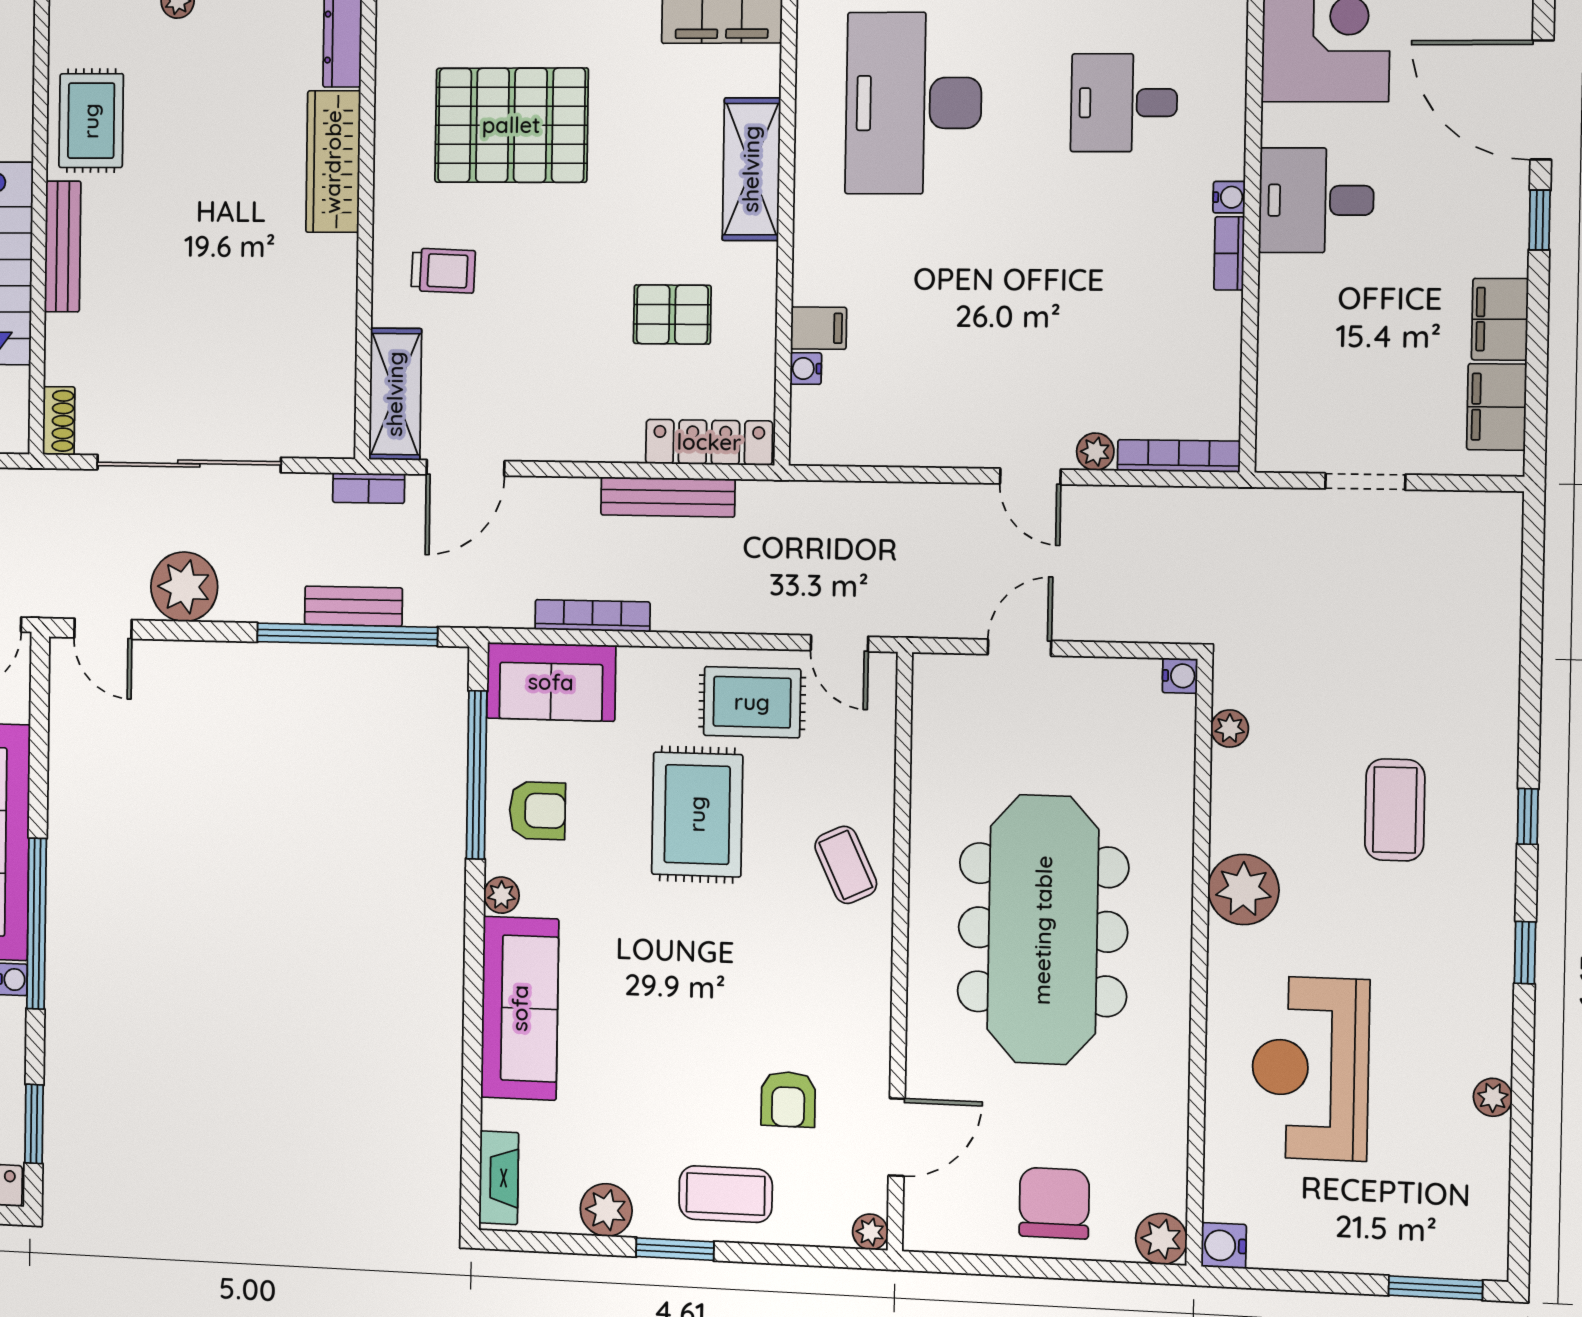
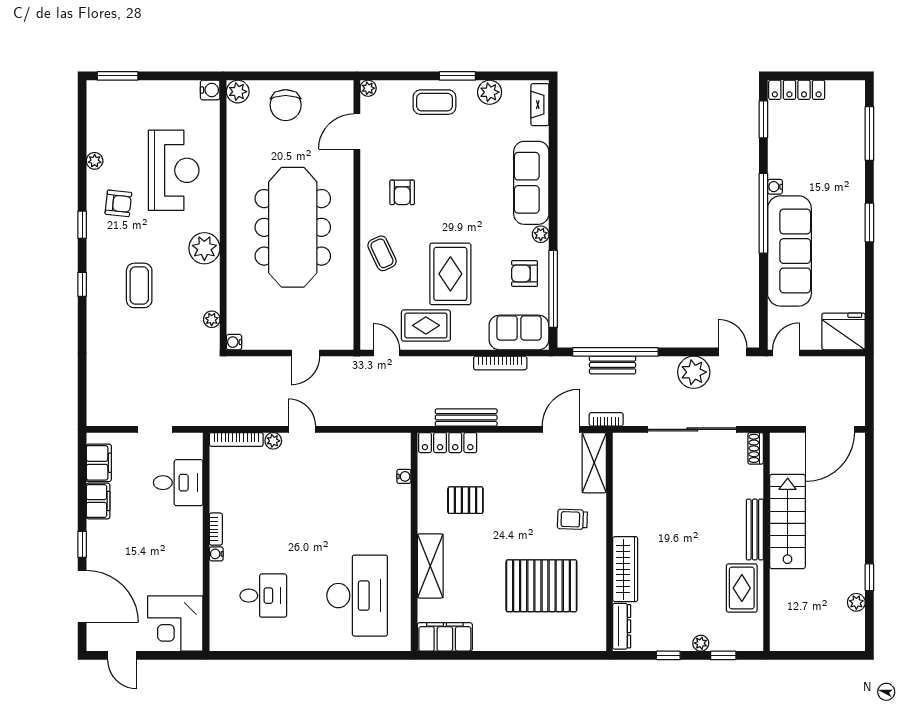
desk: (1316, 200) -> (178, 483), moved
filing cabinet: (819, 328) -> (398, 495), removed
armchair: (1439, 998) -> (118, 203), added
armchair: (788, 1099) -> (402, 192), moved, turned 180

